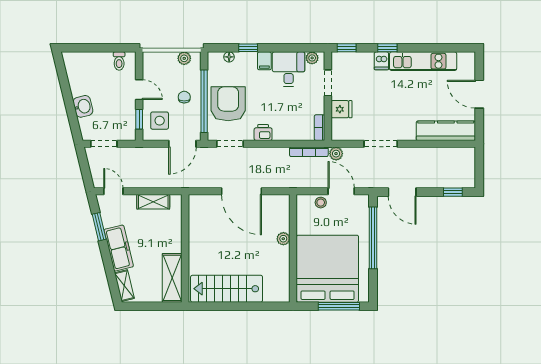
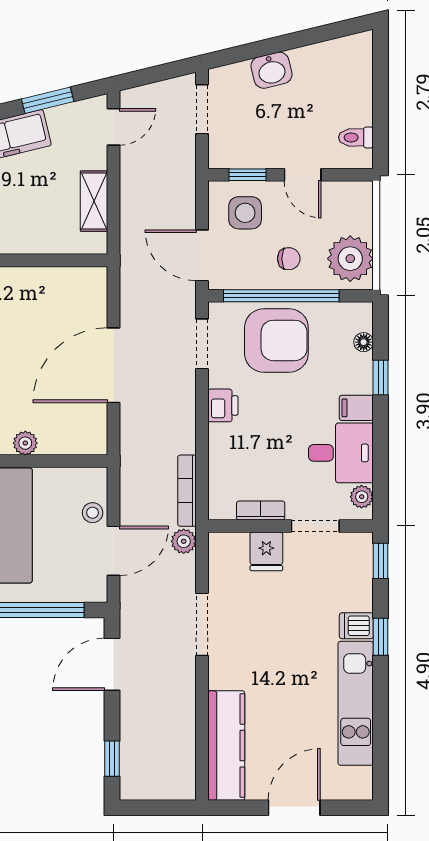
plant: (184, 58) -> (350, 259), width x1.88, depth x1.88
door: (139, 90) -> (303, 175), hinge flipped
bookcase: (320, 128) -> (261, 510), moved

